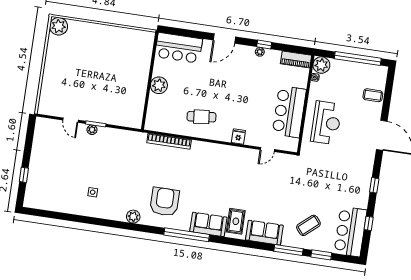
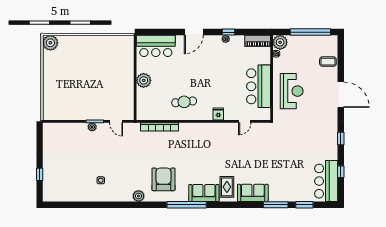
door: (70, 120) -> (116, 121), moved
coffee table: (308, 225) -> (290, 181), removed

